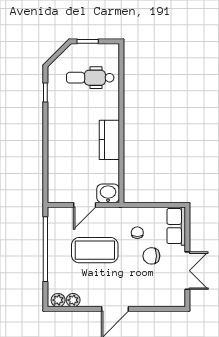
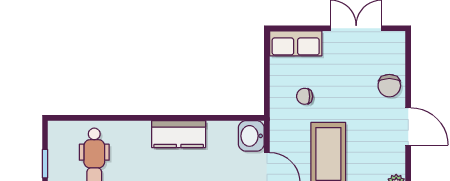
chair: (151, 256) -> (389, 86), moved

